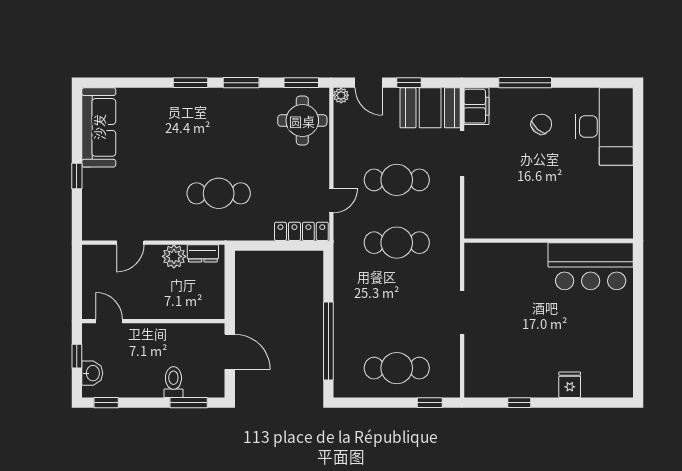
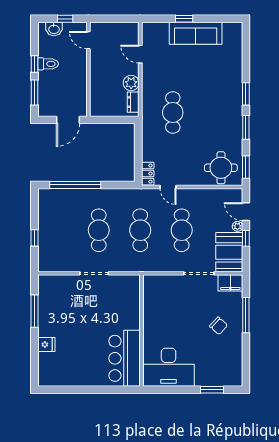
door: (369, 83) -> (246, 212), hinge flipped
plant: (341, 95) -> (237, 226), moved
sofa: (99, 127) -> (196, 33), moved
desk: (604, 127) -> (168, 367), moved
window: (638, 134) -> (212, 390), added
locker: (301, 231) -> (148, 174), width x0.66
door: (109, 321) -> (88, 40), swing flipped
cafe table: (397, 368) -> (99, 230), moved
toilet: (173, 382) -> (48, 64), moved
window: (106, 403) -> (35, 64), moved
window: (430, 403) -> (35, 238), moved
window: (519, 403) -> (35, 311), width x2.17

